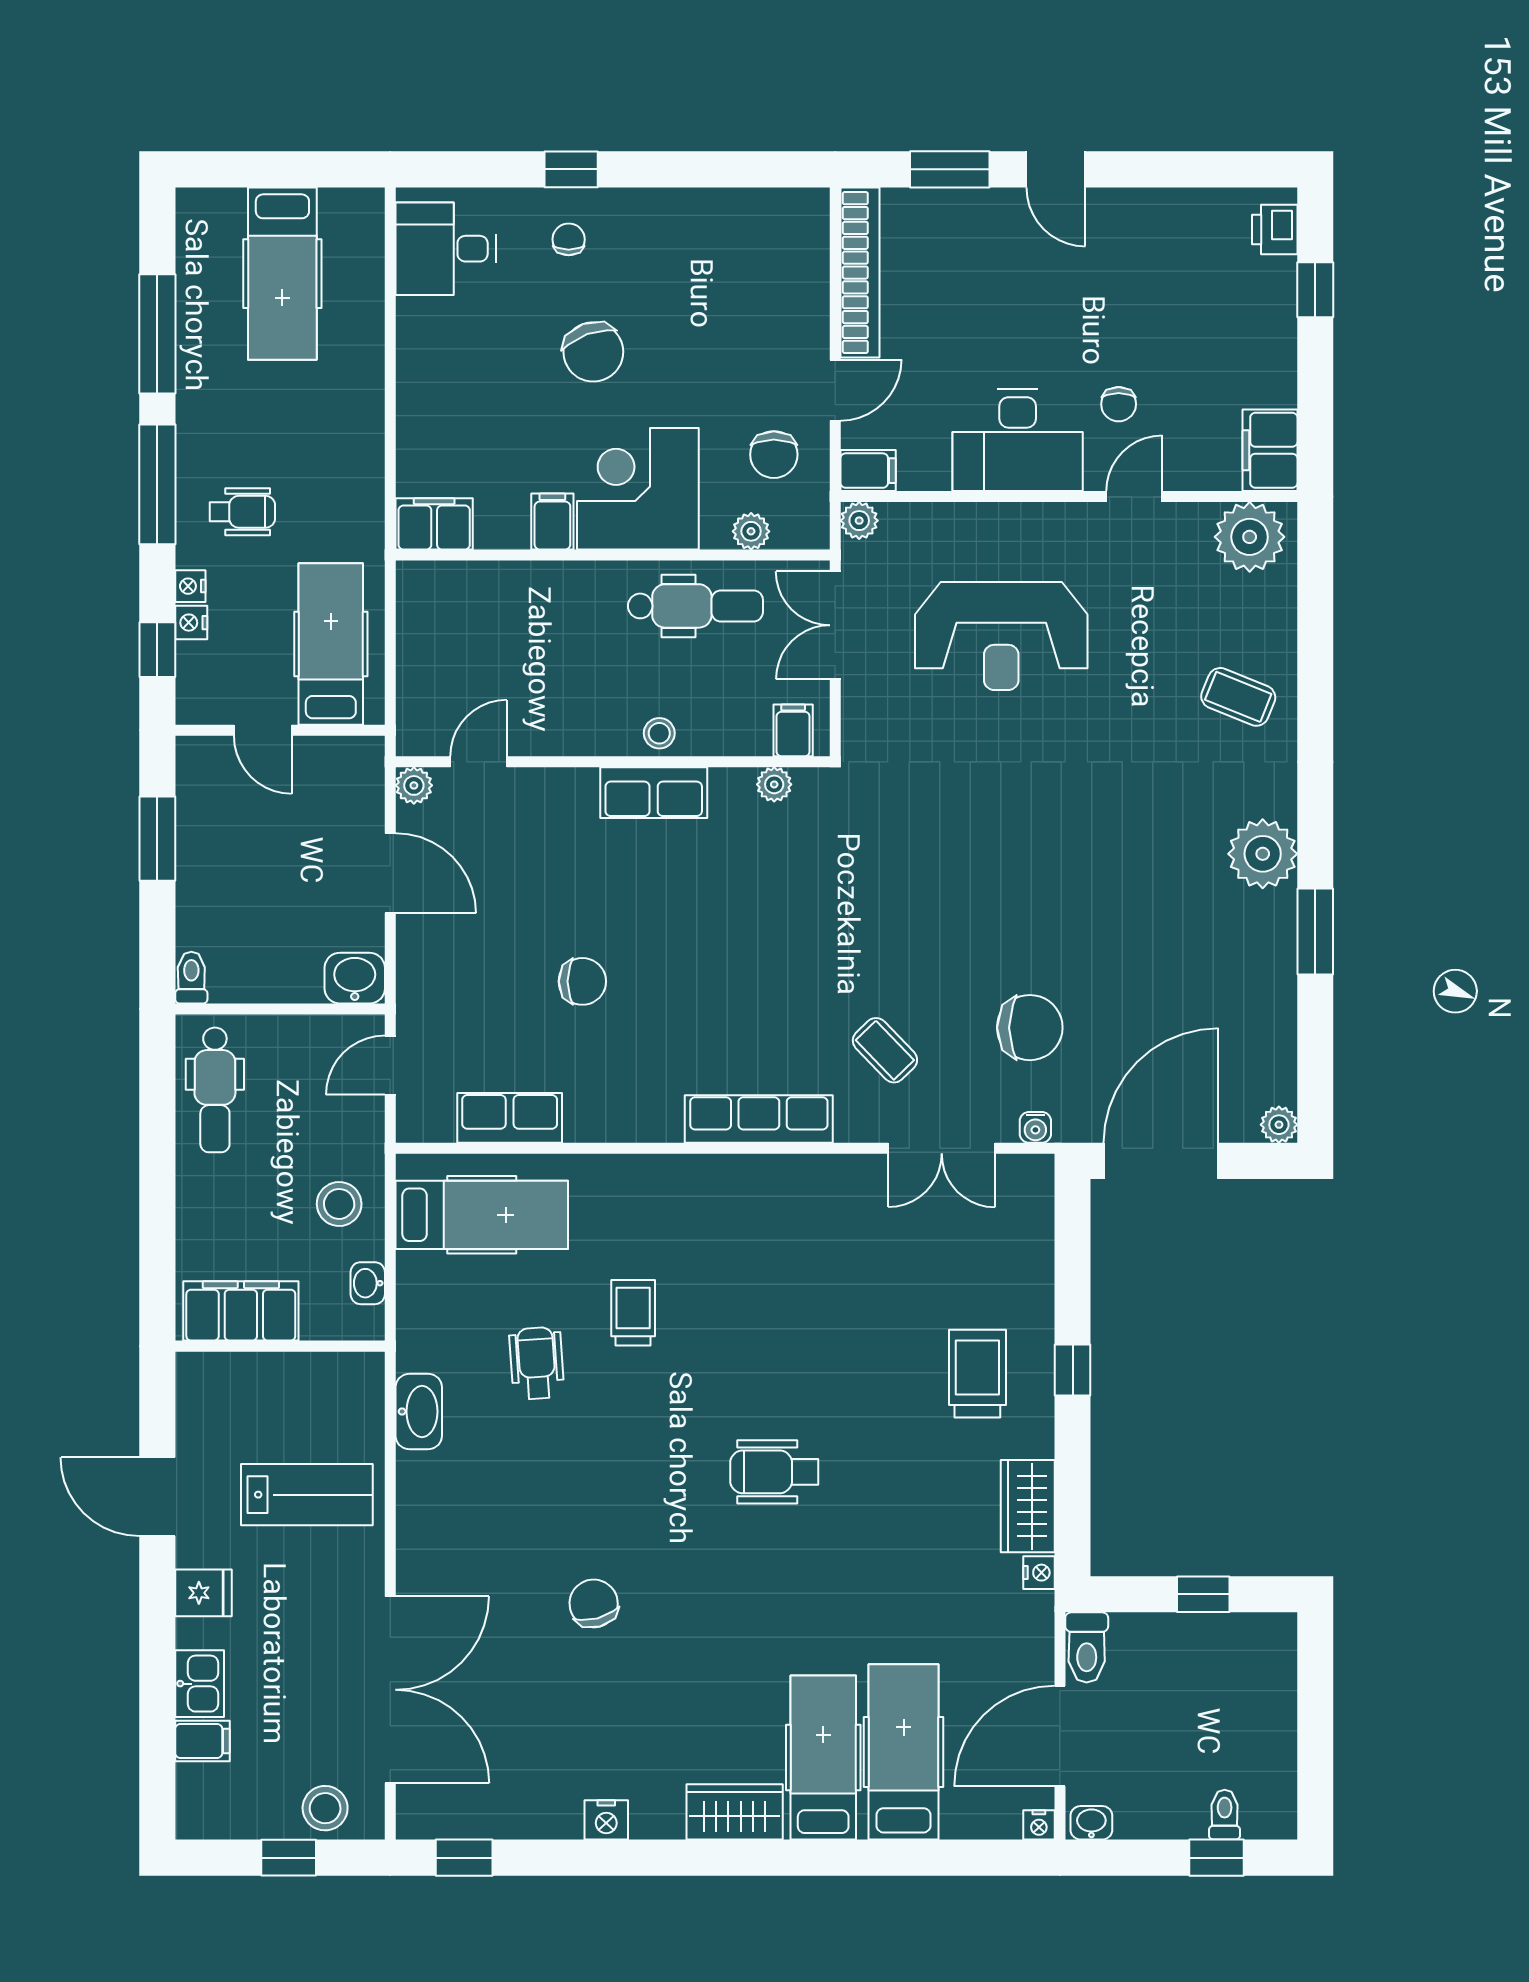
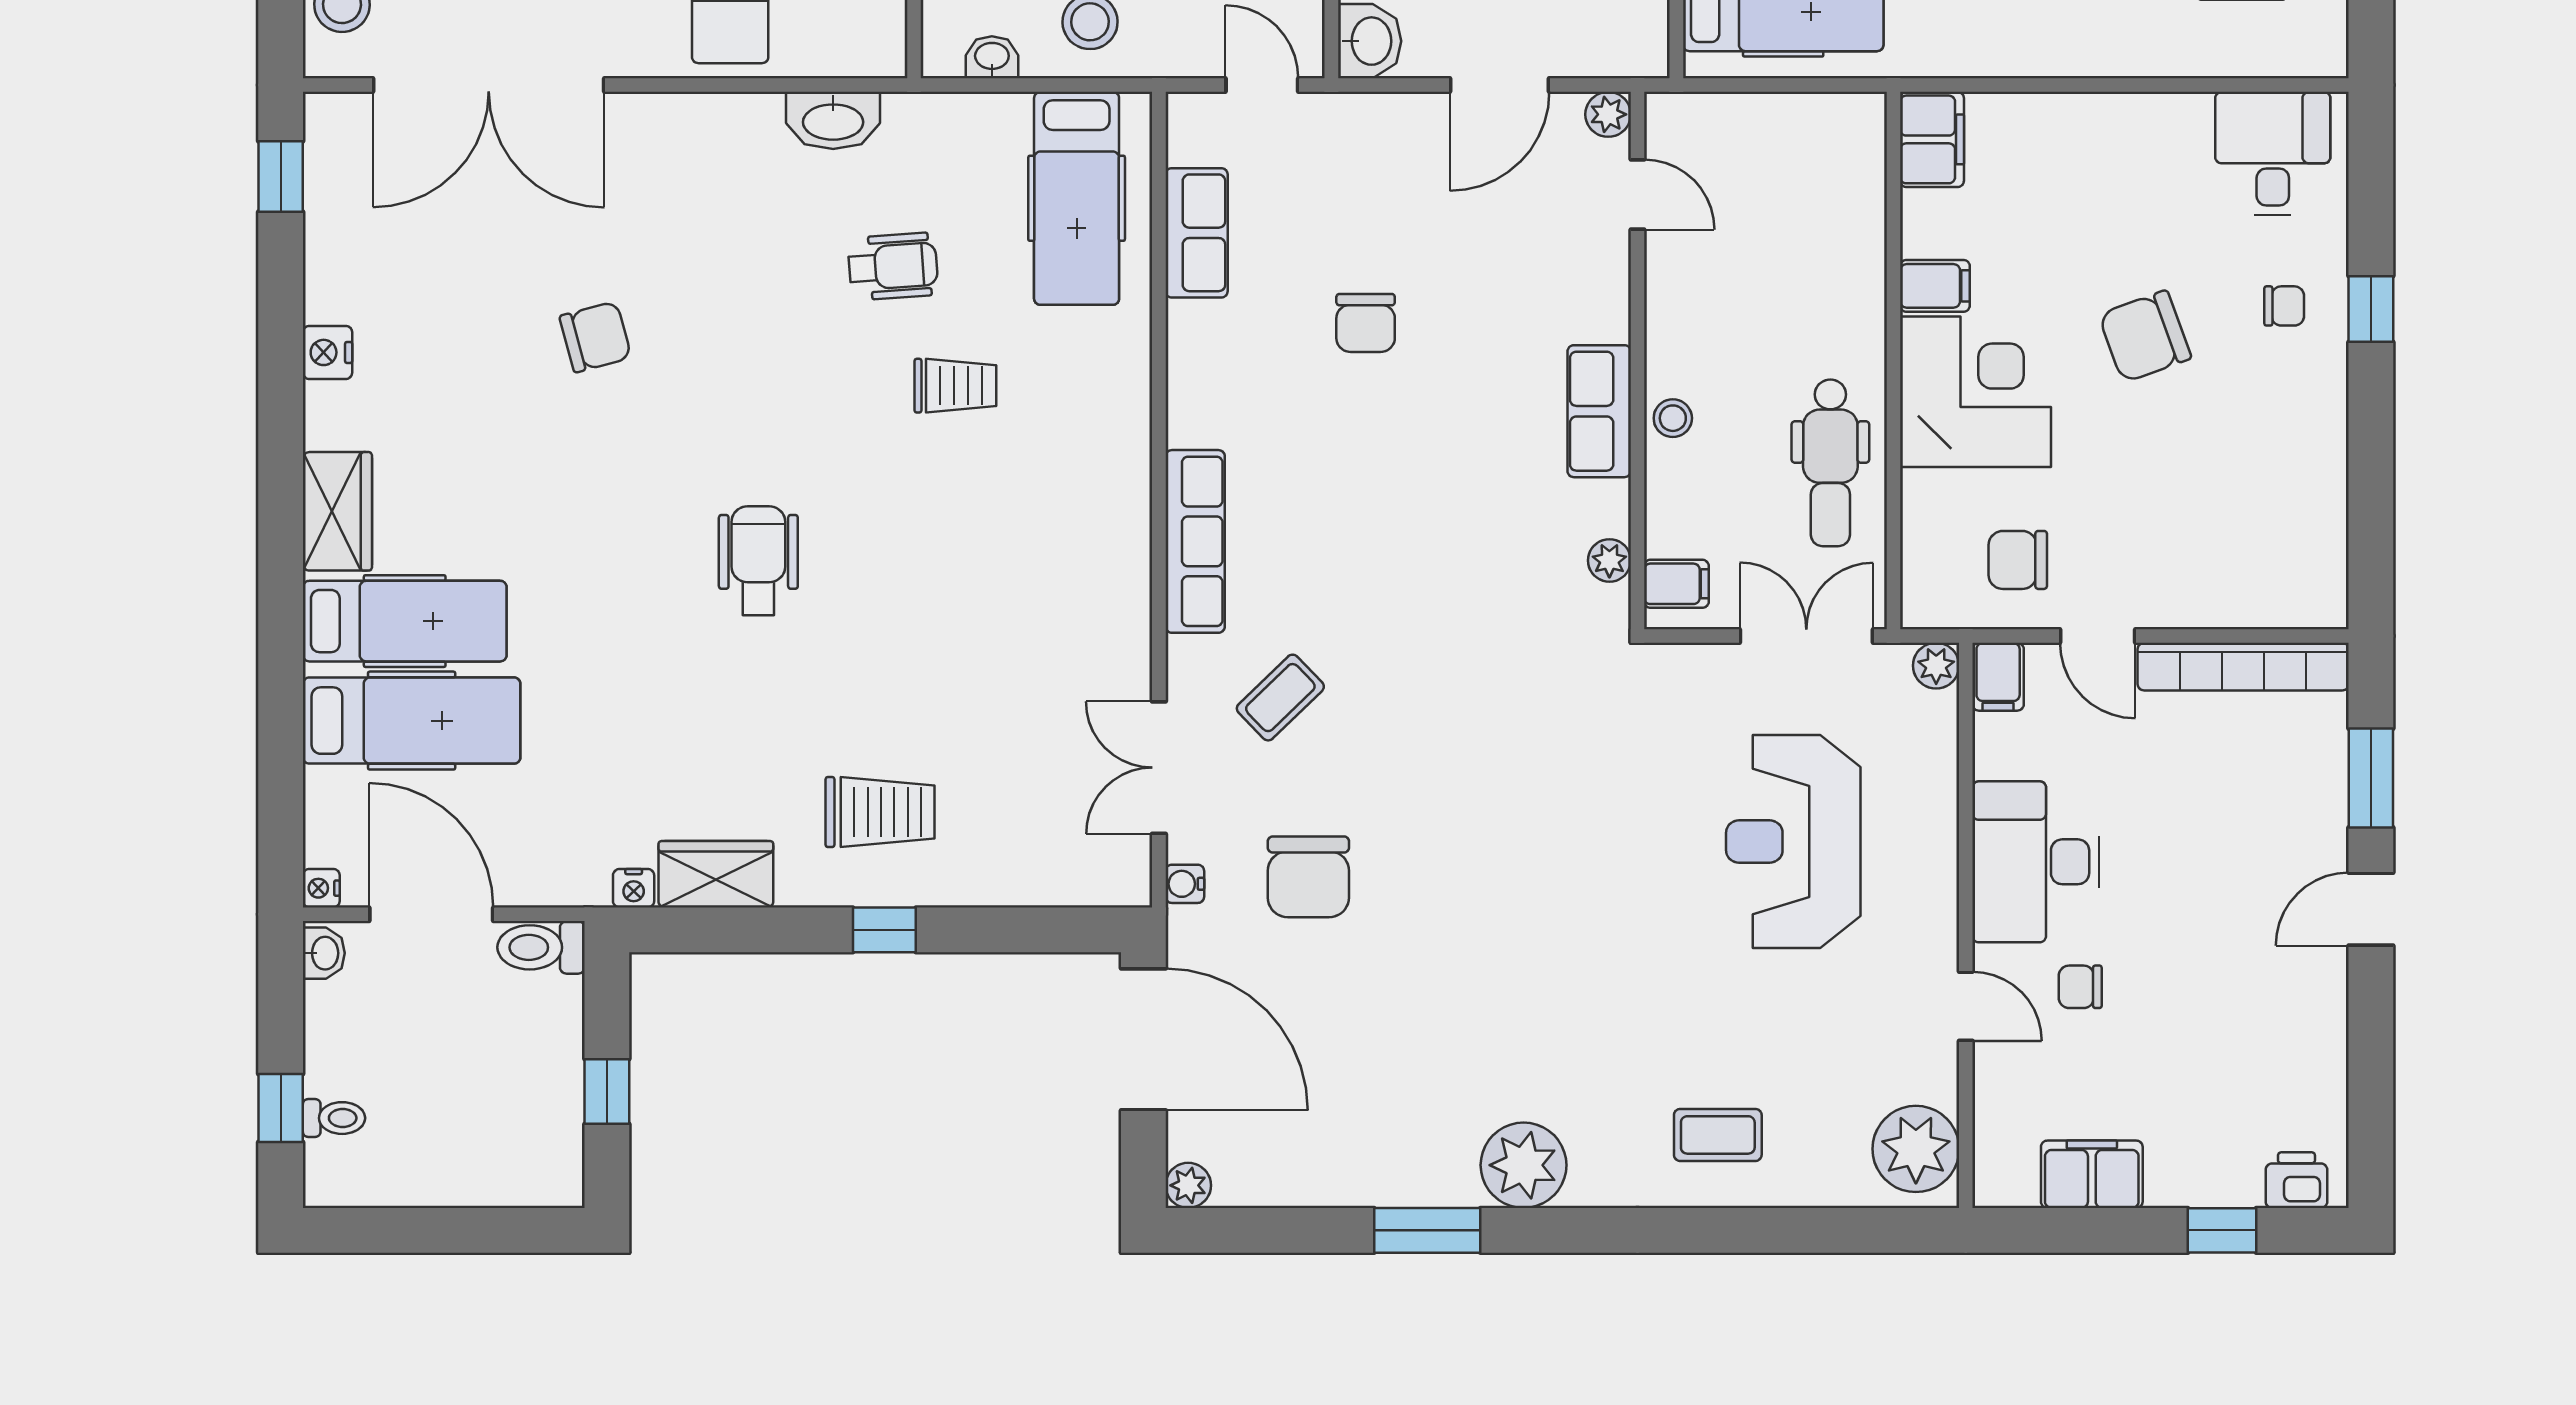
filing cabinet: (1270, 450) -> (2092, 1174), moved
plant: (751, 531) -> (1923, 532), removed
coffee table: (1238, 697) -> (1718, 1135), turned 68

